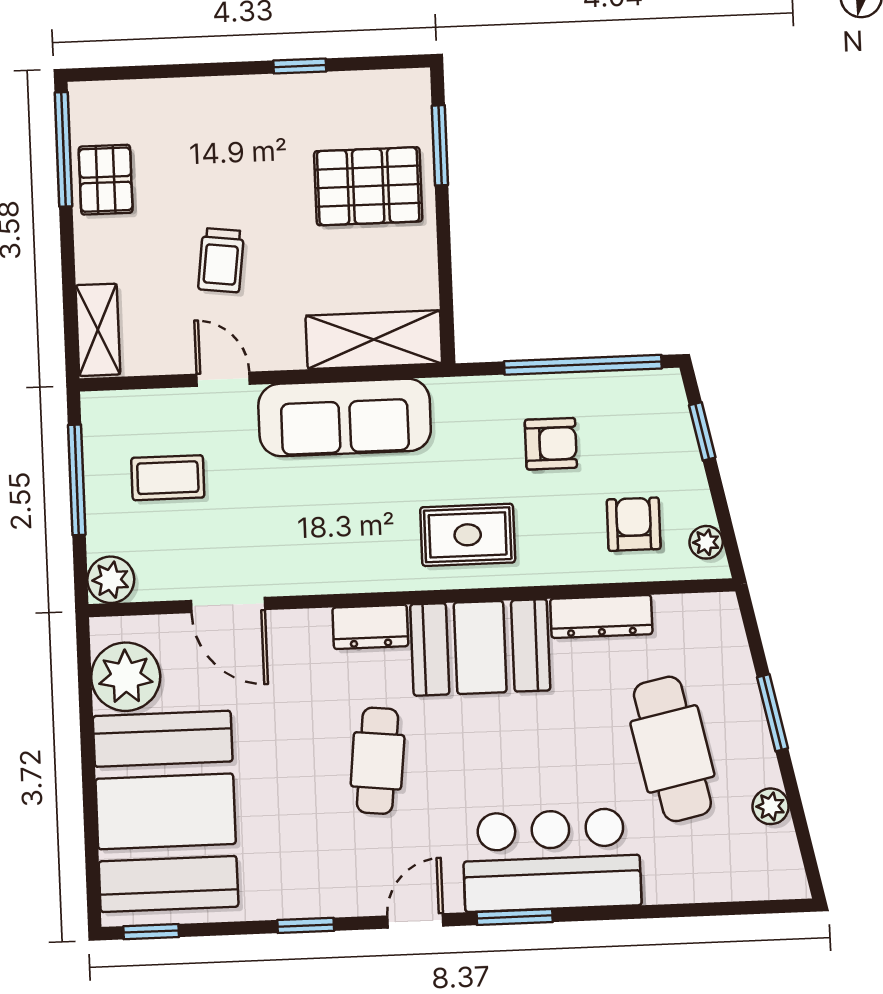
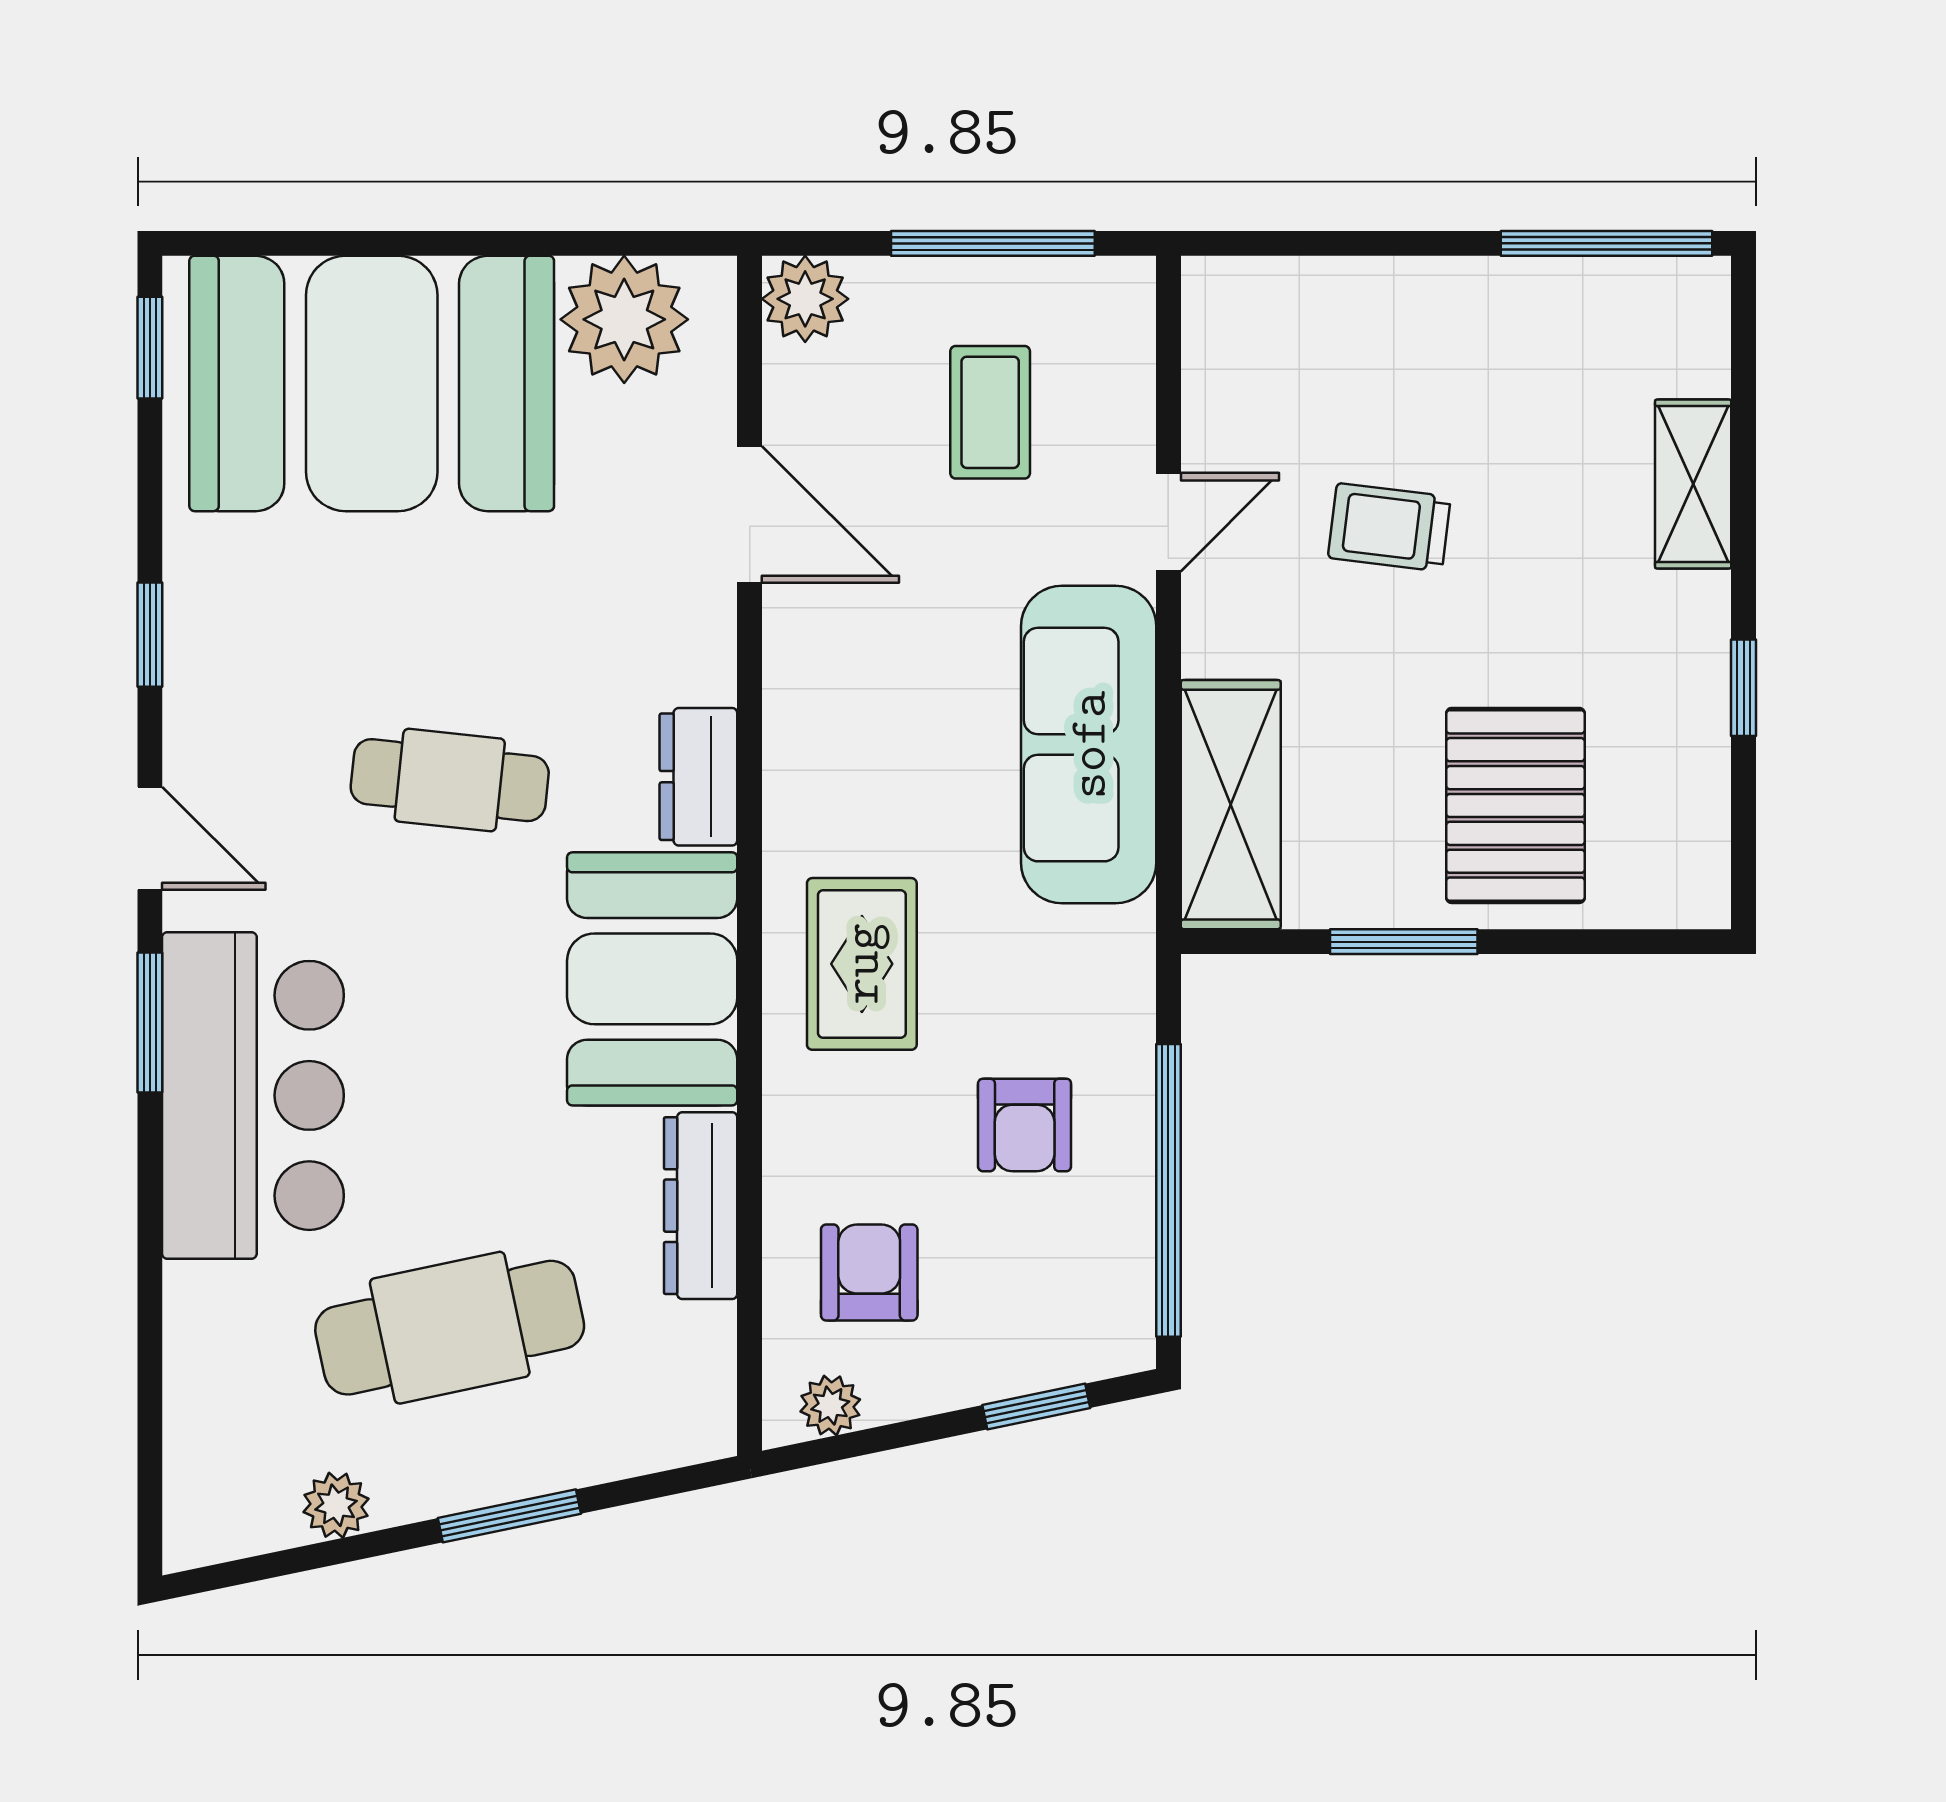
window: (440, 145) -> (1404, 942), moved
pallet: (106, 180) -> (1547, 319), removed
shelving: (98, 330) -> (1693, 484), moved, turned 90
armchair: (634, 524) -> (869, 1272), turned -90
door: (228, 605) -> (750, 514), swing flipped

